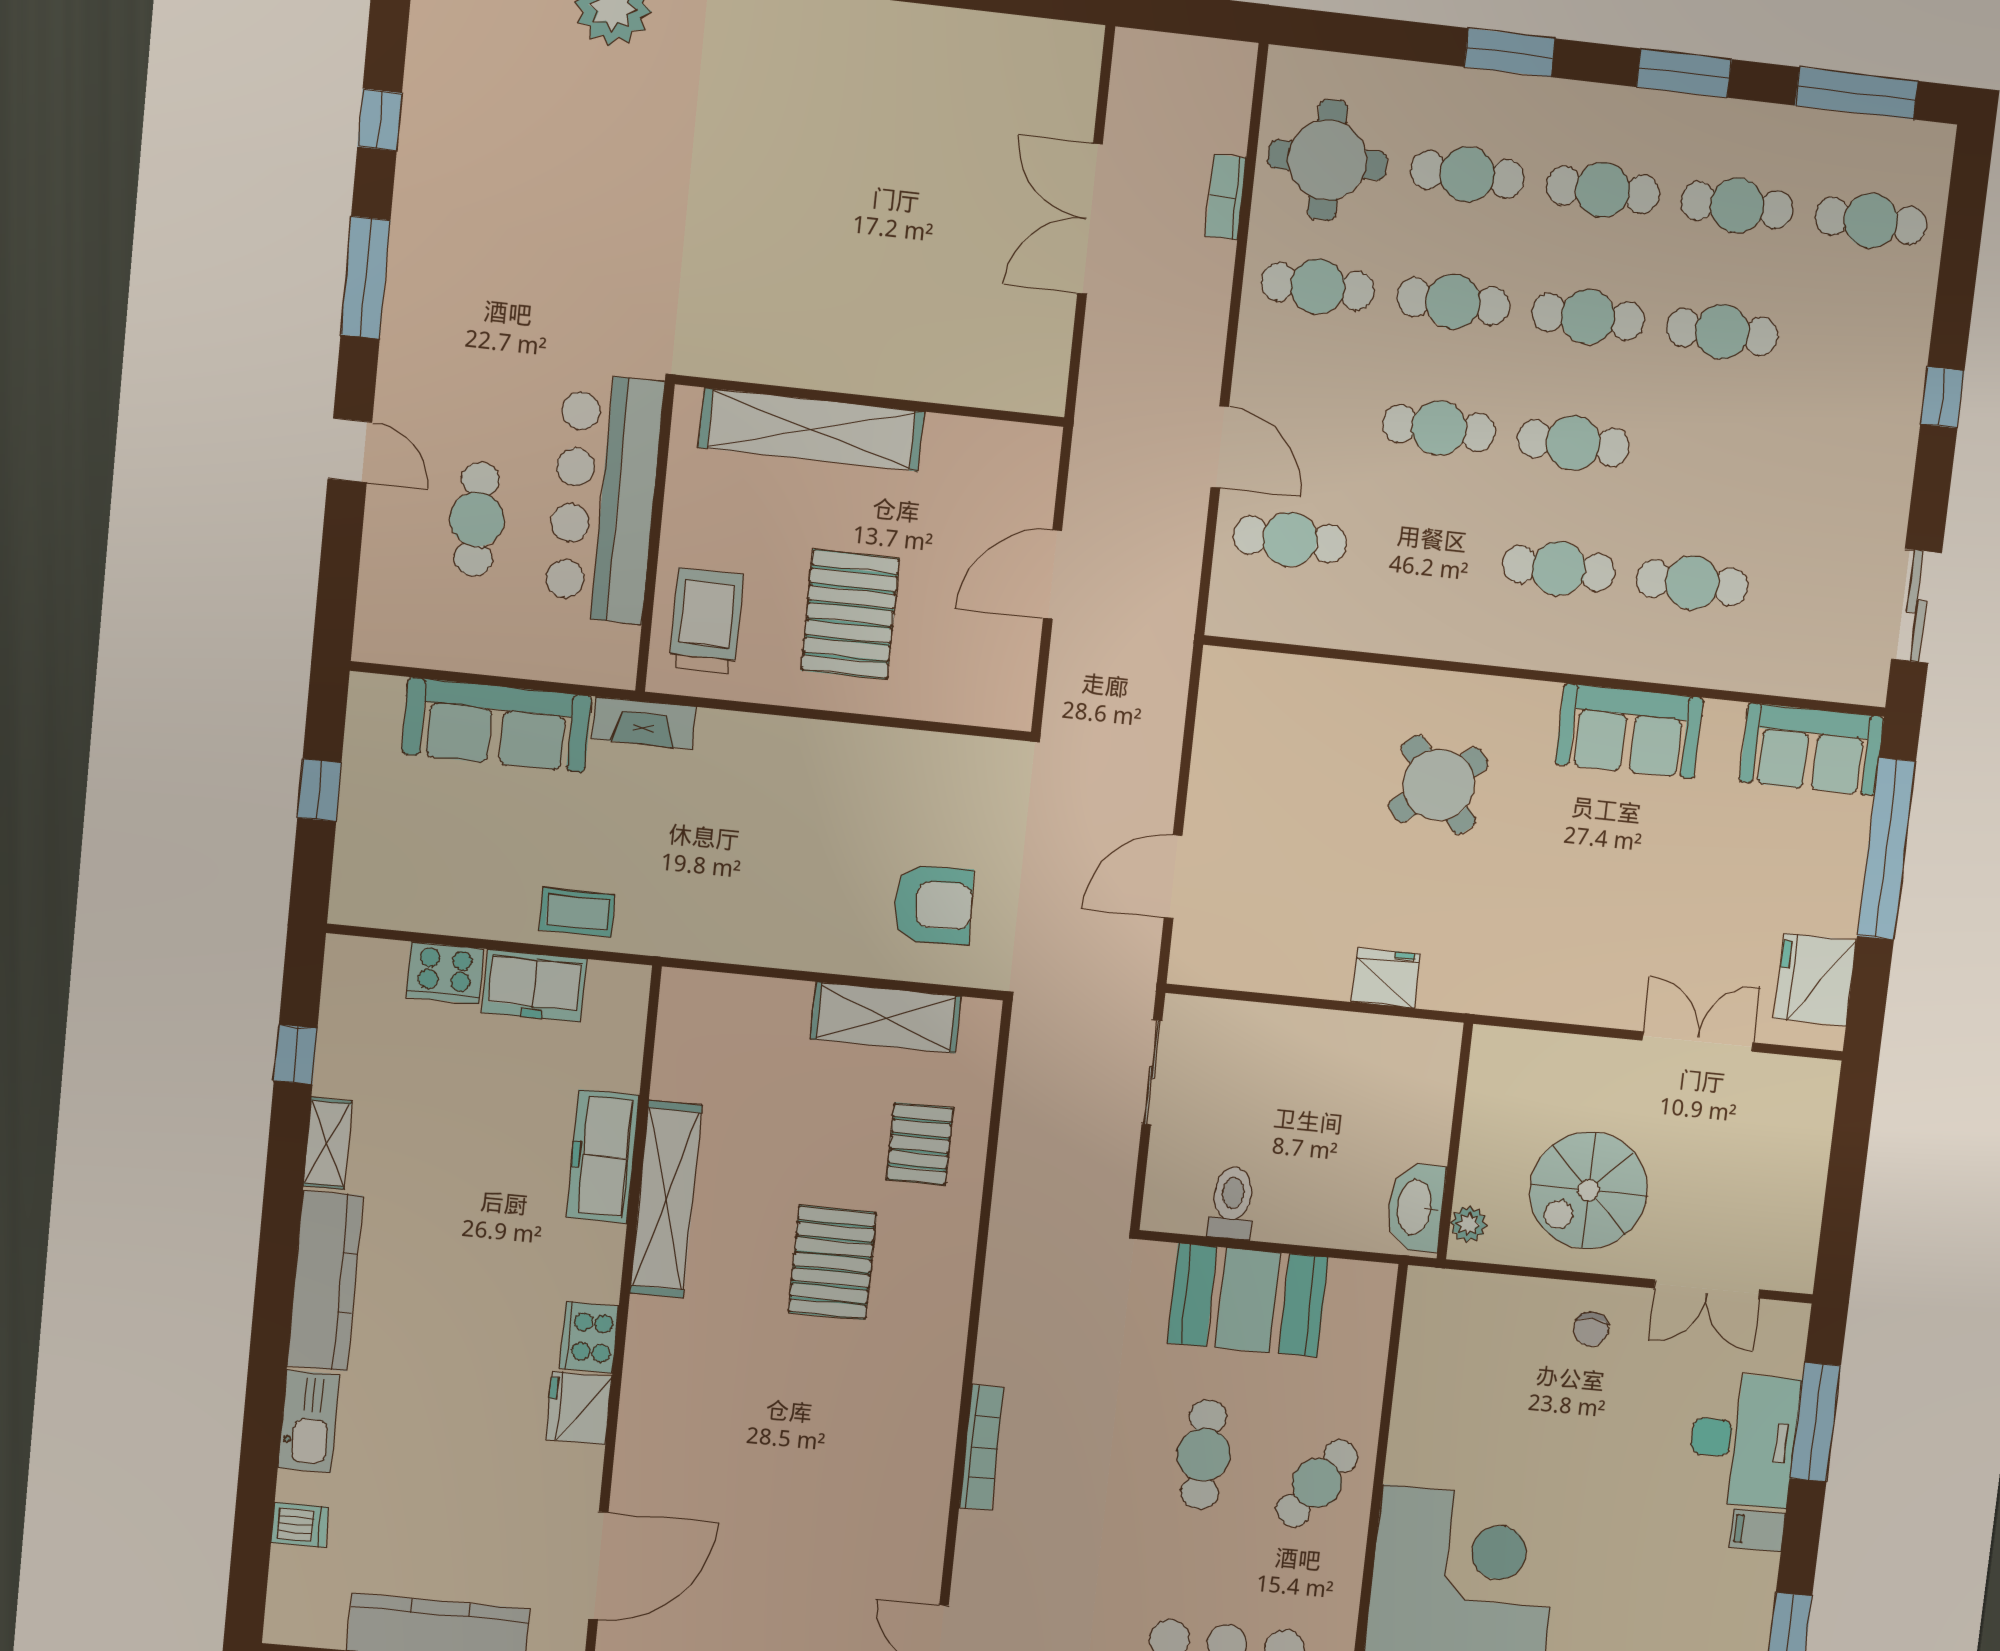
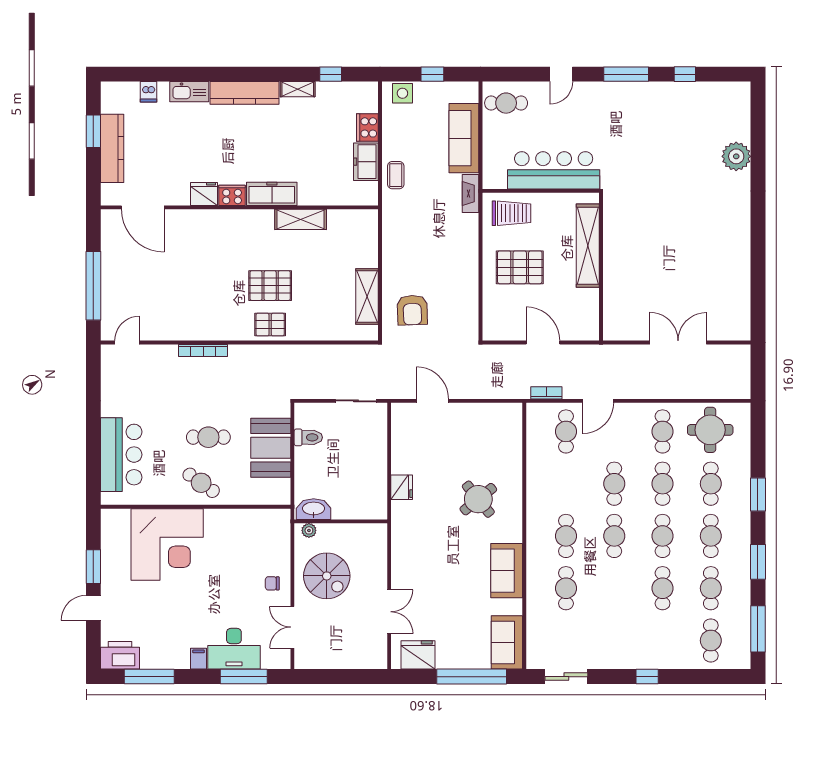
bookcase: (1226, 197) -> (546, 393), moved
cafe table: (477, 519) -> (506, 103), moved
side table: (363, 873) -> (402, 93), added
pallet: (920, 1144) -> (270, 325), moved
freezer: (603, 1156) -> (272, 194), moved
spiral stairs: (1589, 1190) -> (327, 576), turned 180
shelving: (666, 1199) -> (301, 219), width x0.68

